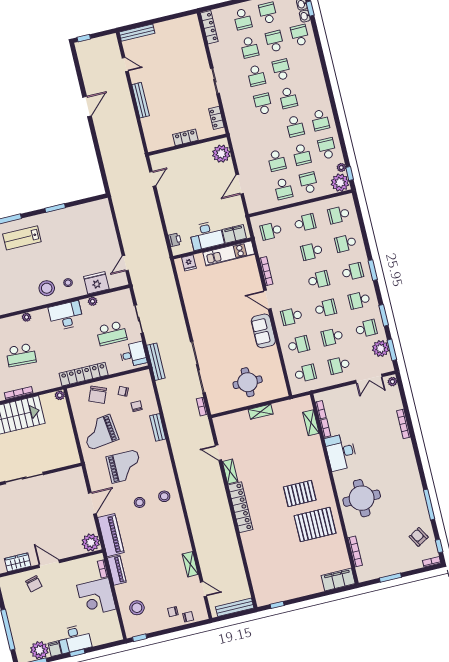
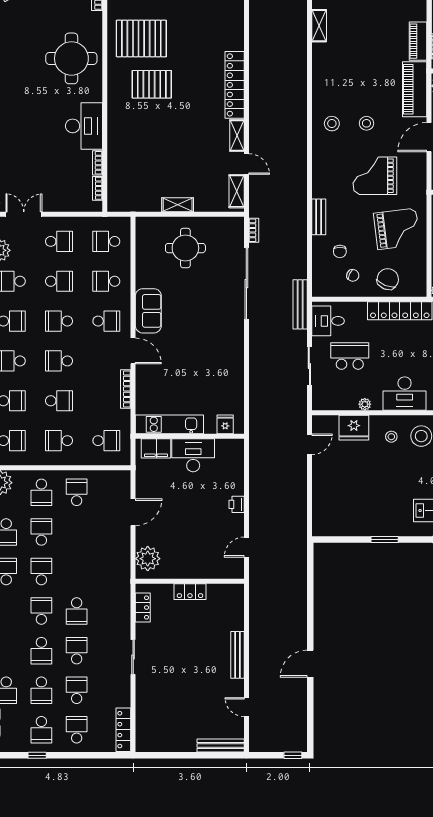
school desk: (277, 161) -> (77, 532), removed
printer: (175, 240) -> (237, 504), moved
shelving: (311, 423) -> (237, 191), moved

